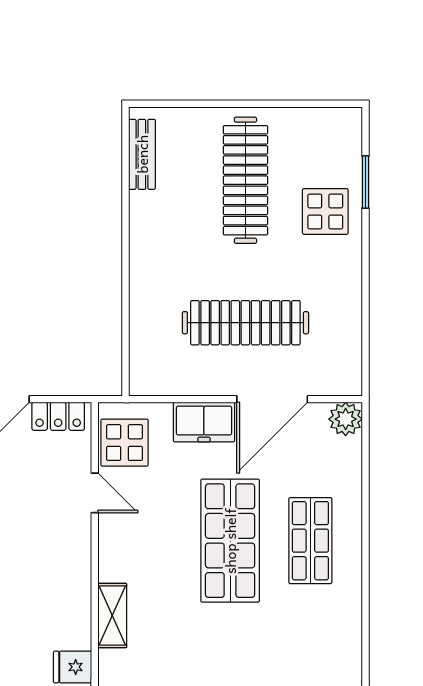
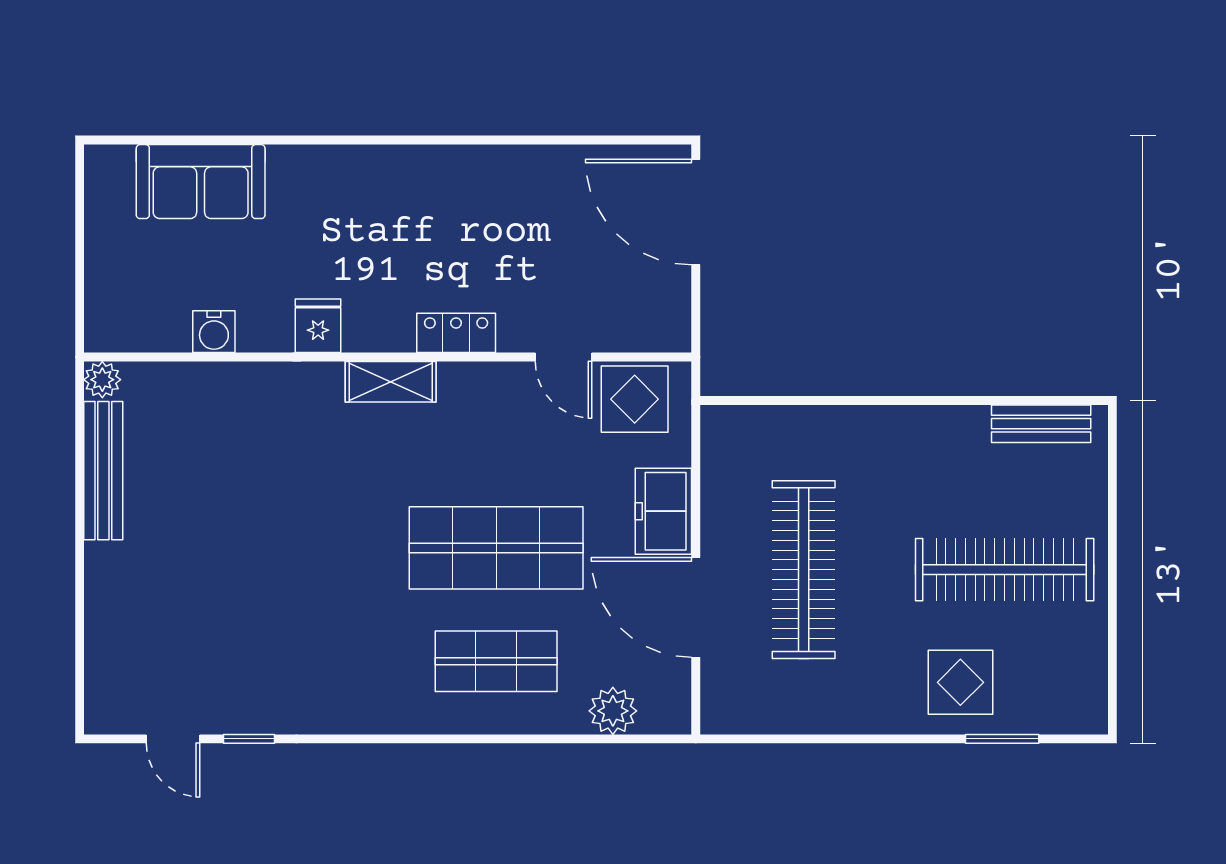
locker: (58, 416) -> (456, 333), moved, turned 90
plant: (346, 419) -> (613, 711), moved
door: (95, 493) -> (564, 357), hinge flipped

